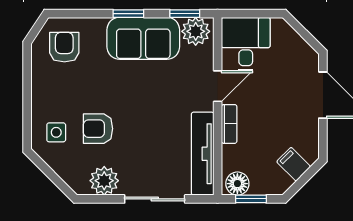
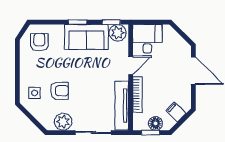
bookcase: (229, 124) -> (138, 94), width x1.56
armchair: (98, 129) -> (59, 91), turned 180
floor lamp: (237, 184) -> (155, 123), moved

